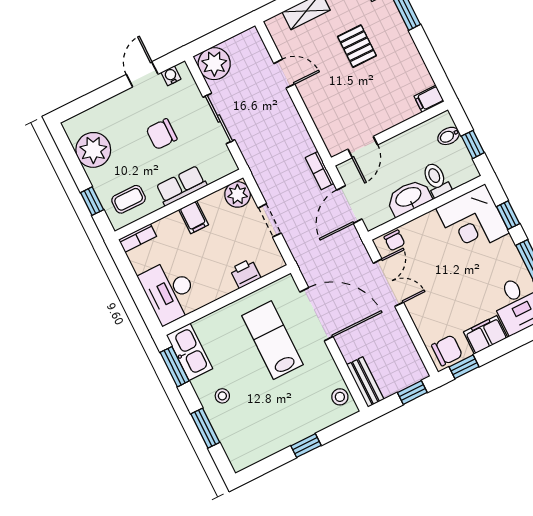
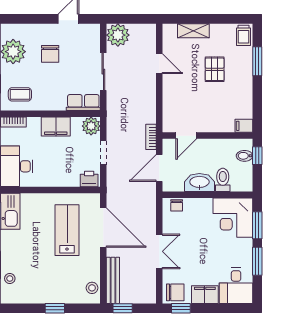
water cooler: (171, 76) -> (86, 29), removed
chair: (162, 134) -> (50, 54), moved, turned -90
window: (473, 144) -> (257, 156), moved
row of seats: (181, 186) -> (83, 103), moved
window: (508, 215) -> (257, 225), width x1.50
filing cabinet: (194, 217) -> (56, 127), width x2.00
printer: (245, 273) -> (89, 179), moved
double door: (388, 283) -> (159, 251), moved
bench: (365, 382) -> (113, 280), width x1.36
window: (412, 393) -> (123, 308), moved
stool: (222, 396) -> (10, 279), moved

